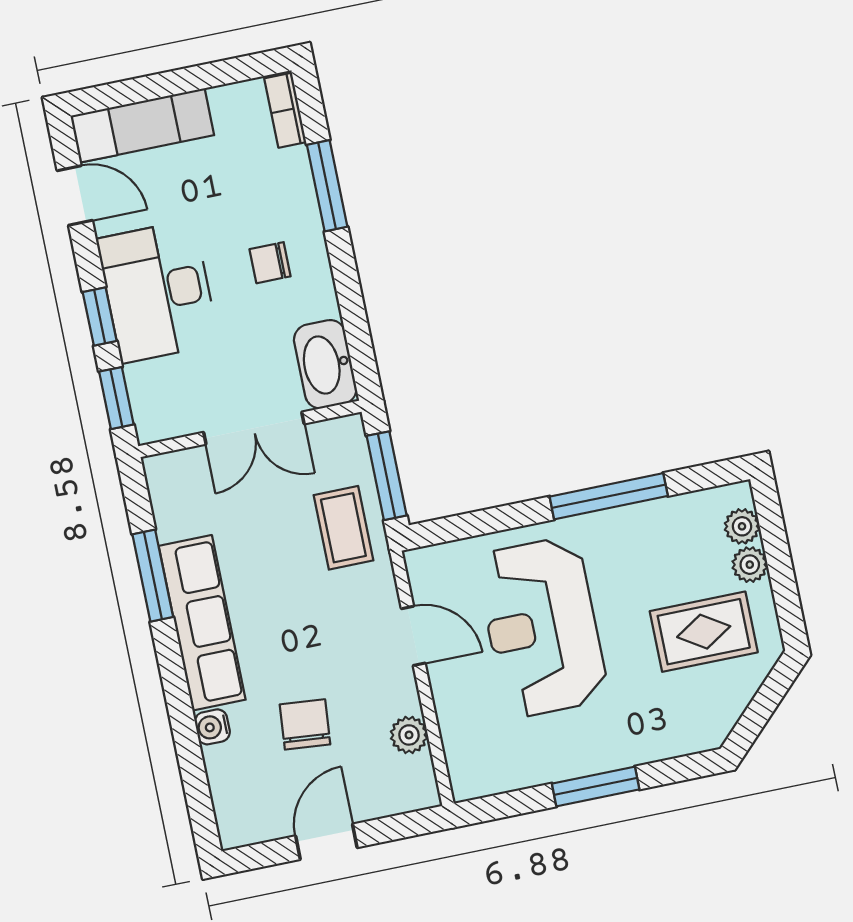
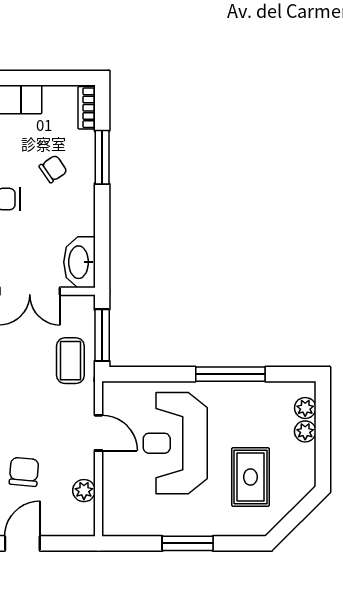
chair: (270, 263) -> (53, 169), moved, turned 146
rug: (704, 632) -> (250, 477), moved, turned 90

